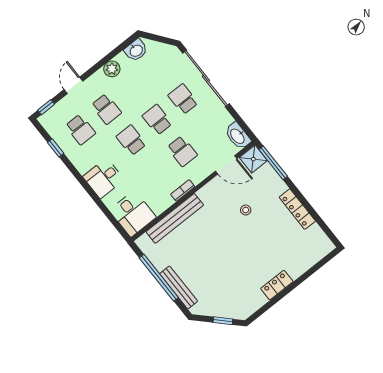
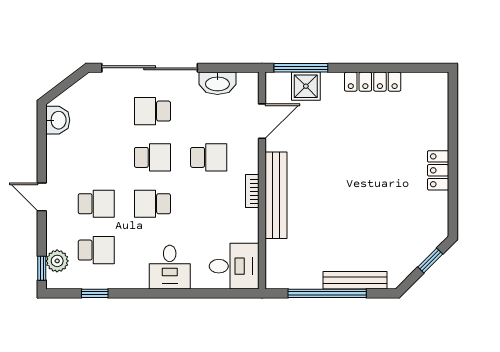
plant: (112, 69) -> (57, 261), moved
door: (74, 85) -> (42, 197), moved
school desk: (157, 120) -> (152, 157), turned 180
washbasin: (238, 136) -> (217, 83), moved
shower: (253, 159) -> (306, 86), moved
stool: (246, 210) -> (329, 139), removed
bench: (175, 218) -> (276, 195), moved

